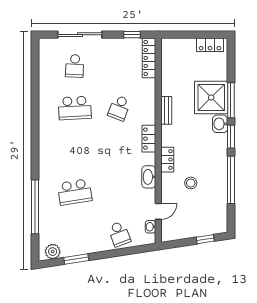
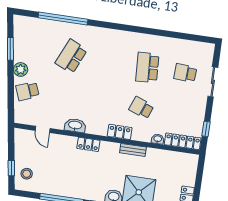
sliding door: (80, 35) -> (213, 82), width x0.73
locker: (149, 139) -> (120, 132), moved
stool: (191, 183) -> (27, 174), moved
school desk: (75, 192) -> (71, 56), turned 33
washbasin: (150, 227) -> (158, 139), moved
plant: (53, 252) -> (21, 69), moved

